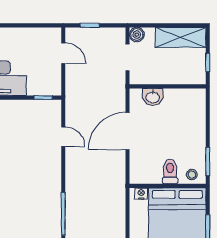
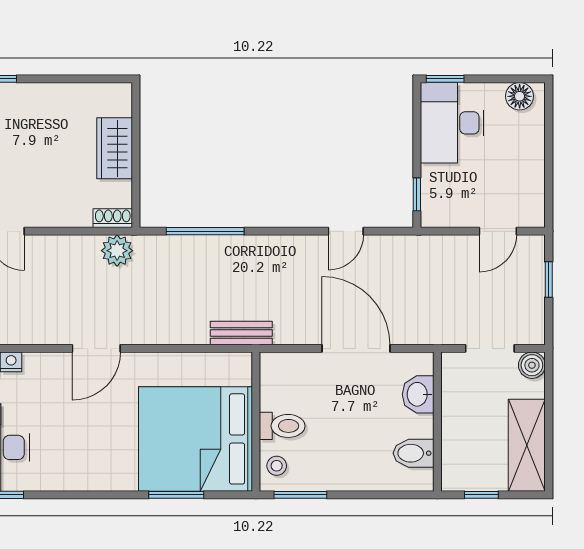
bidet: (185, 99) -> (414, 453), added
bench: (119, 194) -> (241, 333), added
nightstand: (141, 194) -> (242, 373), removed

